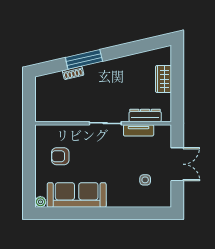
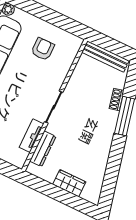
bench: (41, 100) -> (105, 56), added

